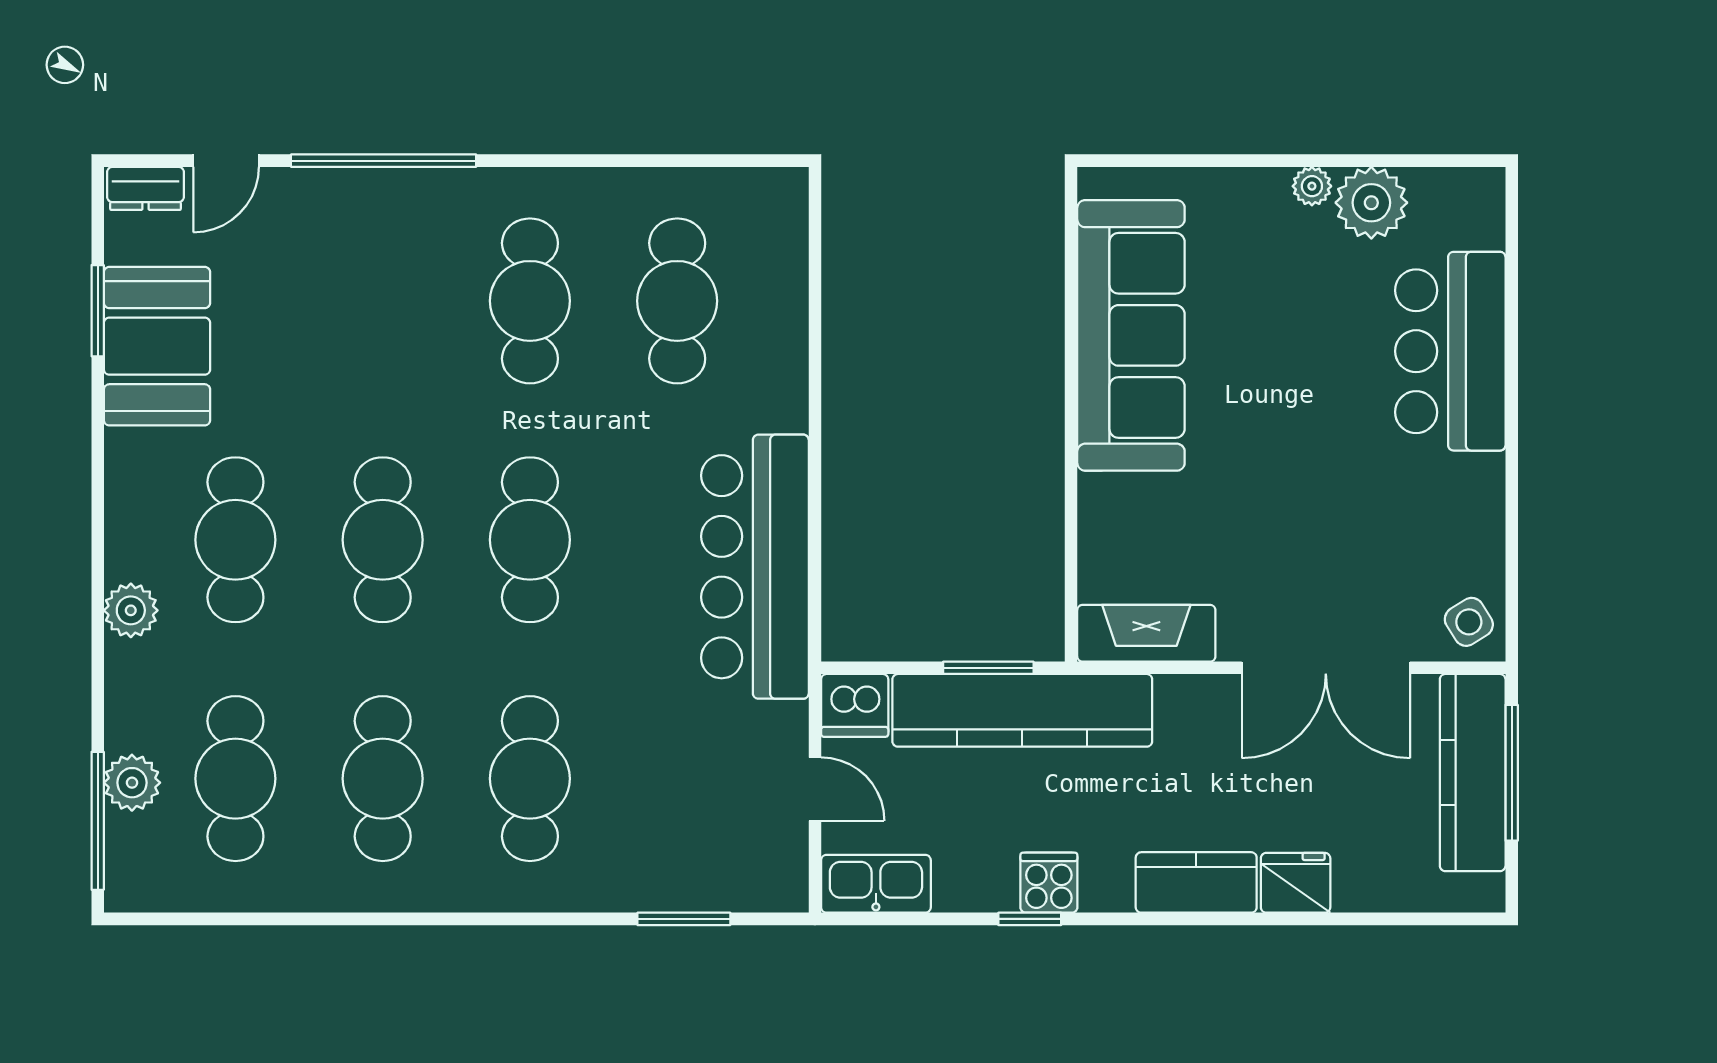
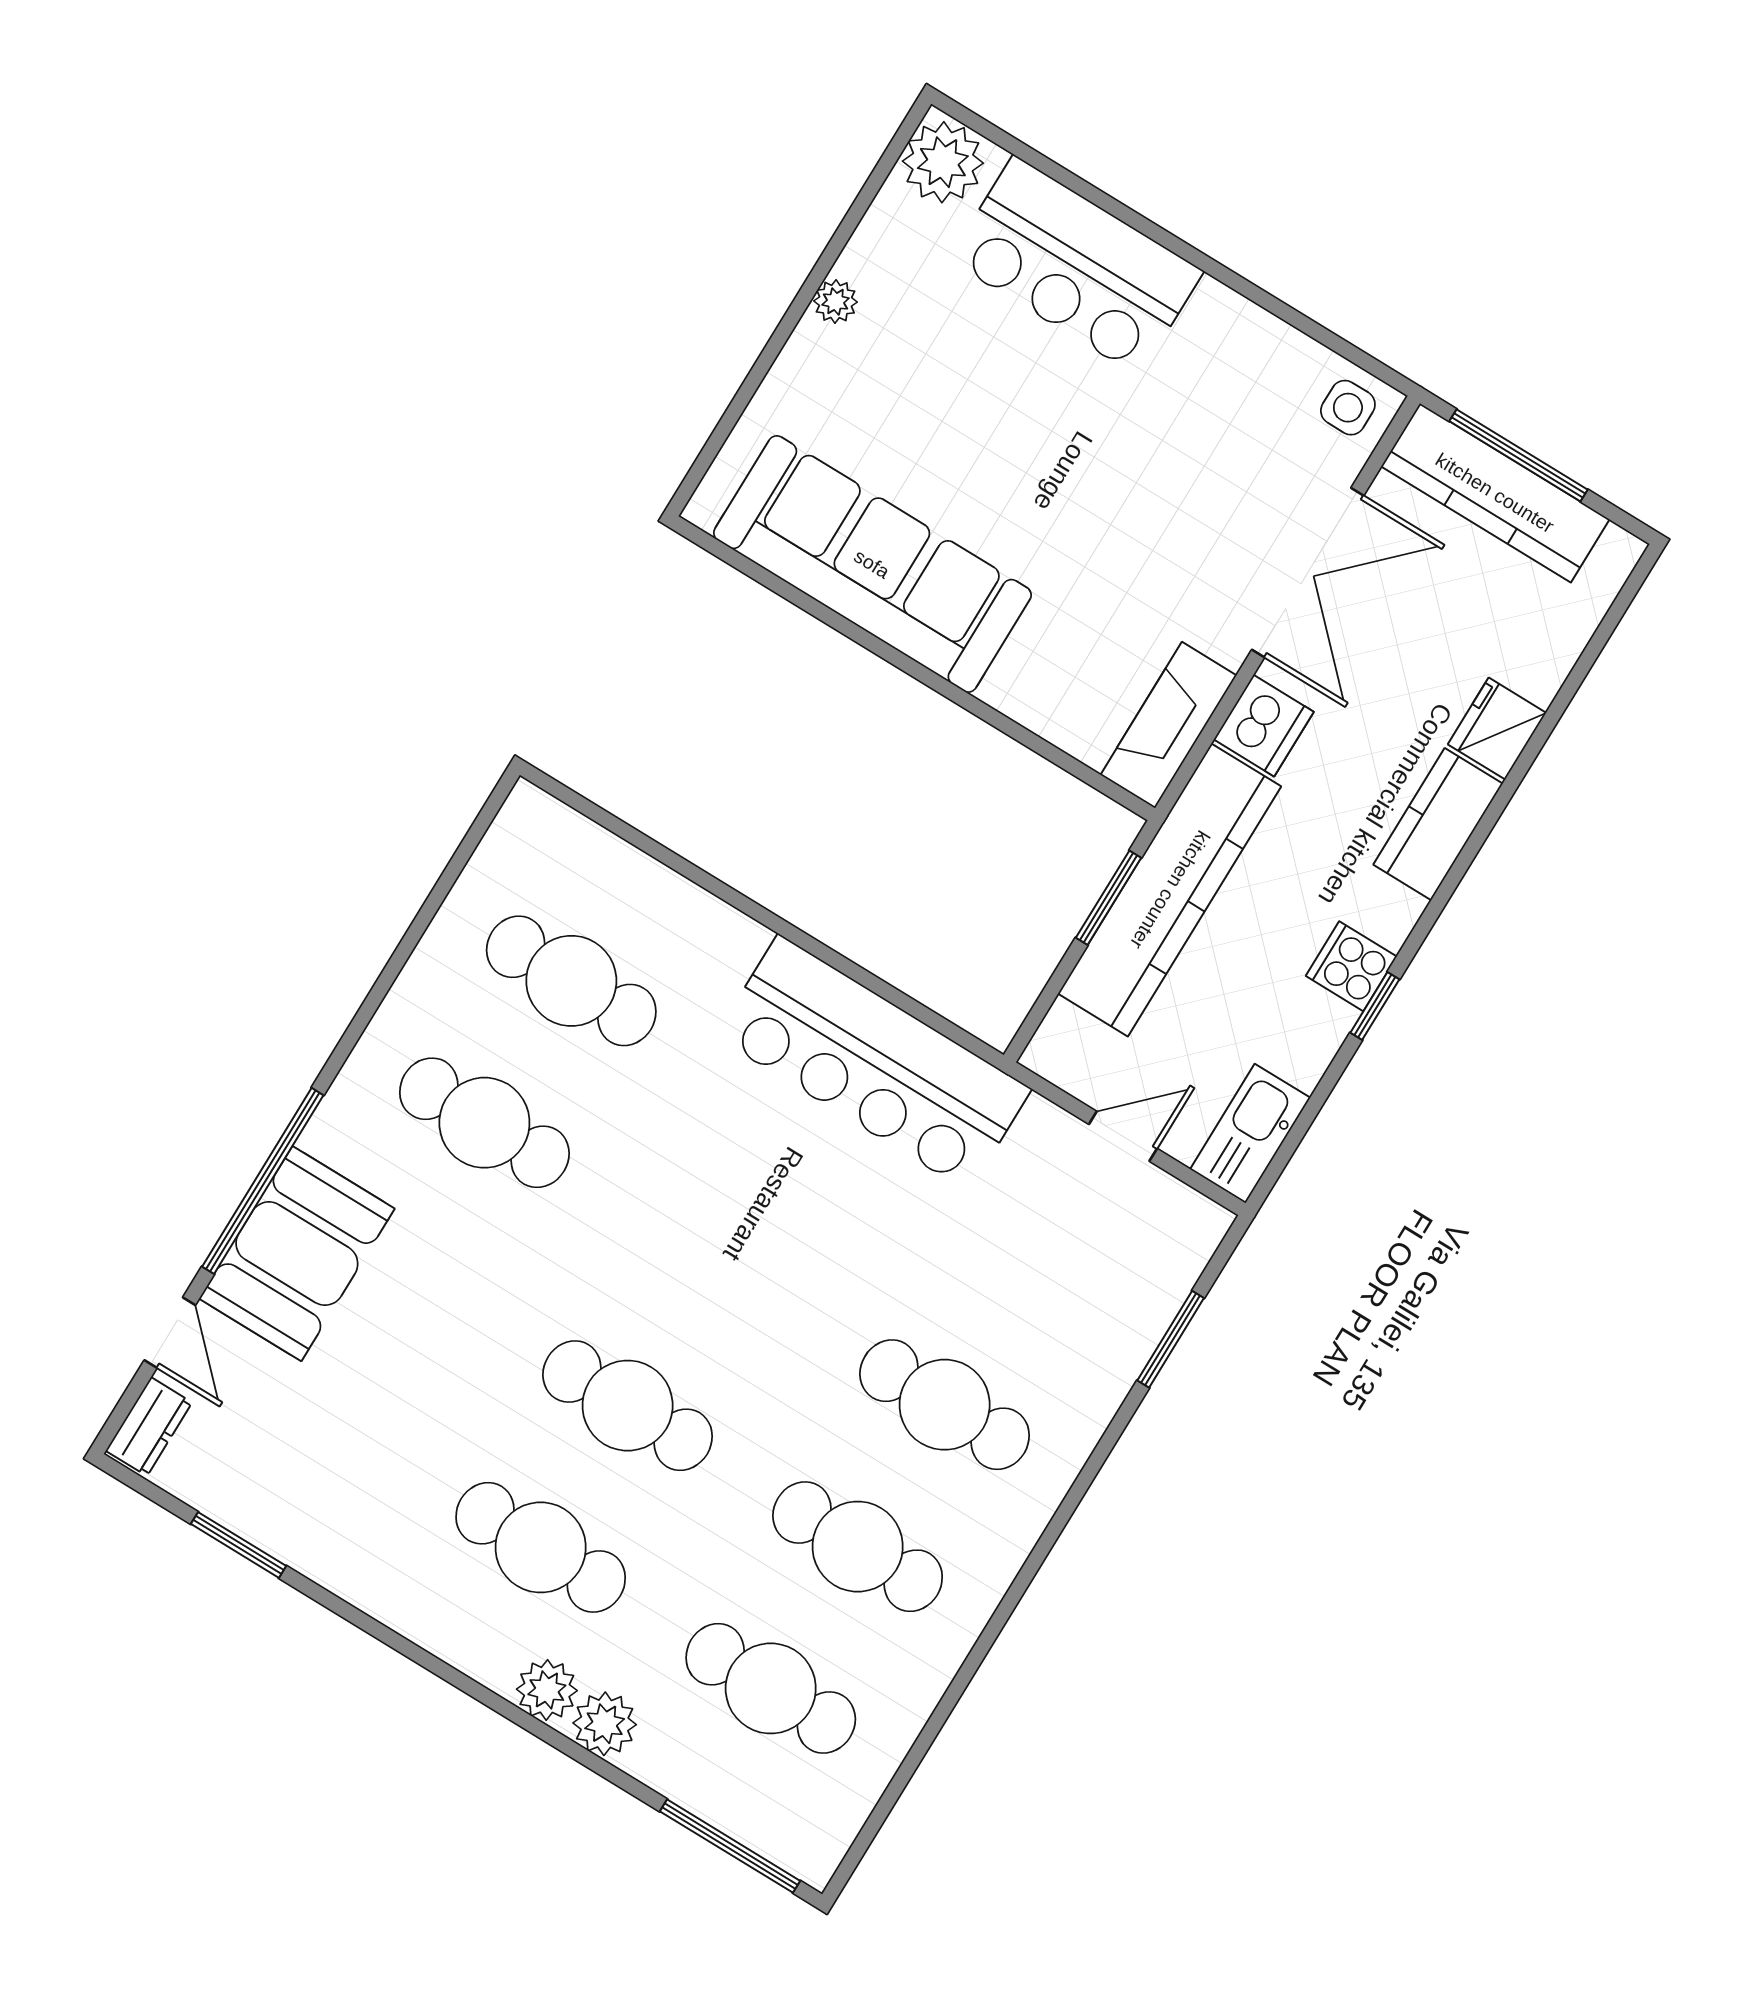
plant: (1371, 203) -> (943, 162), moved
booth: (157, 346) -> (297, 1254), moved, turned 90
cafe table: (530, 540) -> (714, 1264), removed
side table: (1469, 622) -> (1348, 408), turned 32
dishwasher: (855, 705) -> (1264, 726), moved
plant: (132, 783) -> (605, 1724), moved

